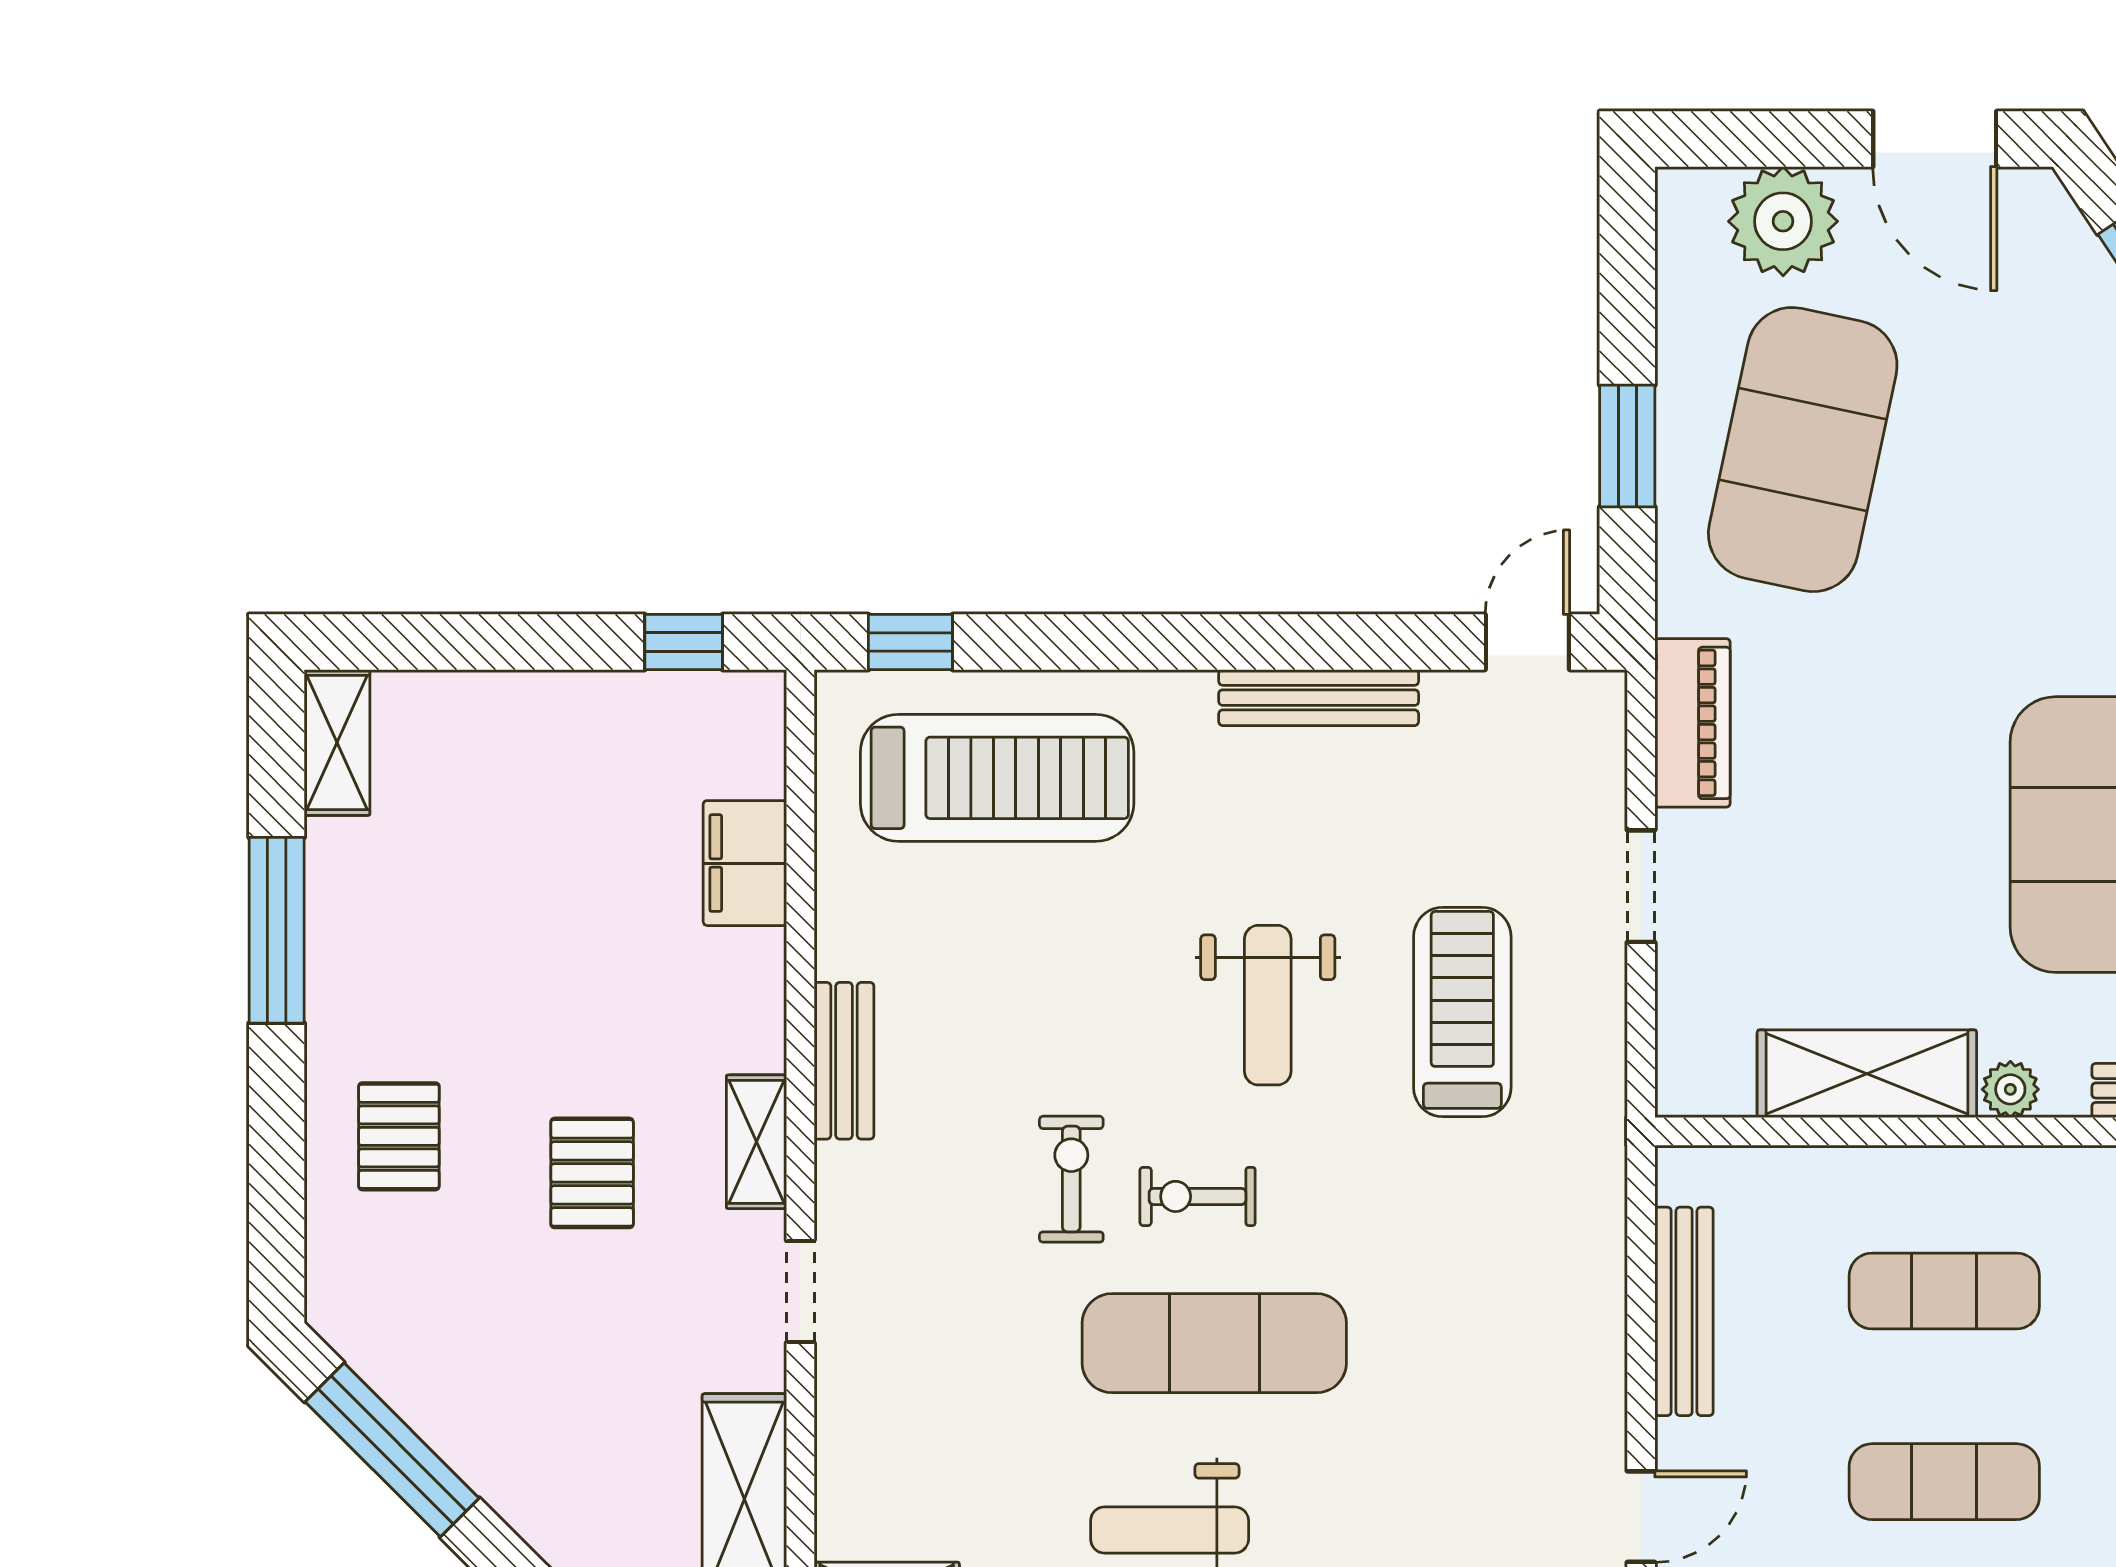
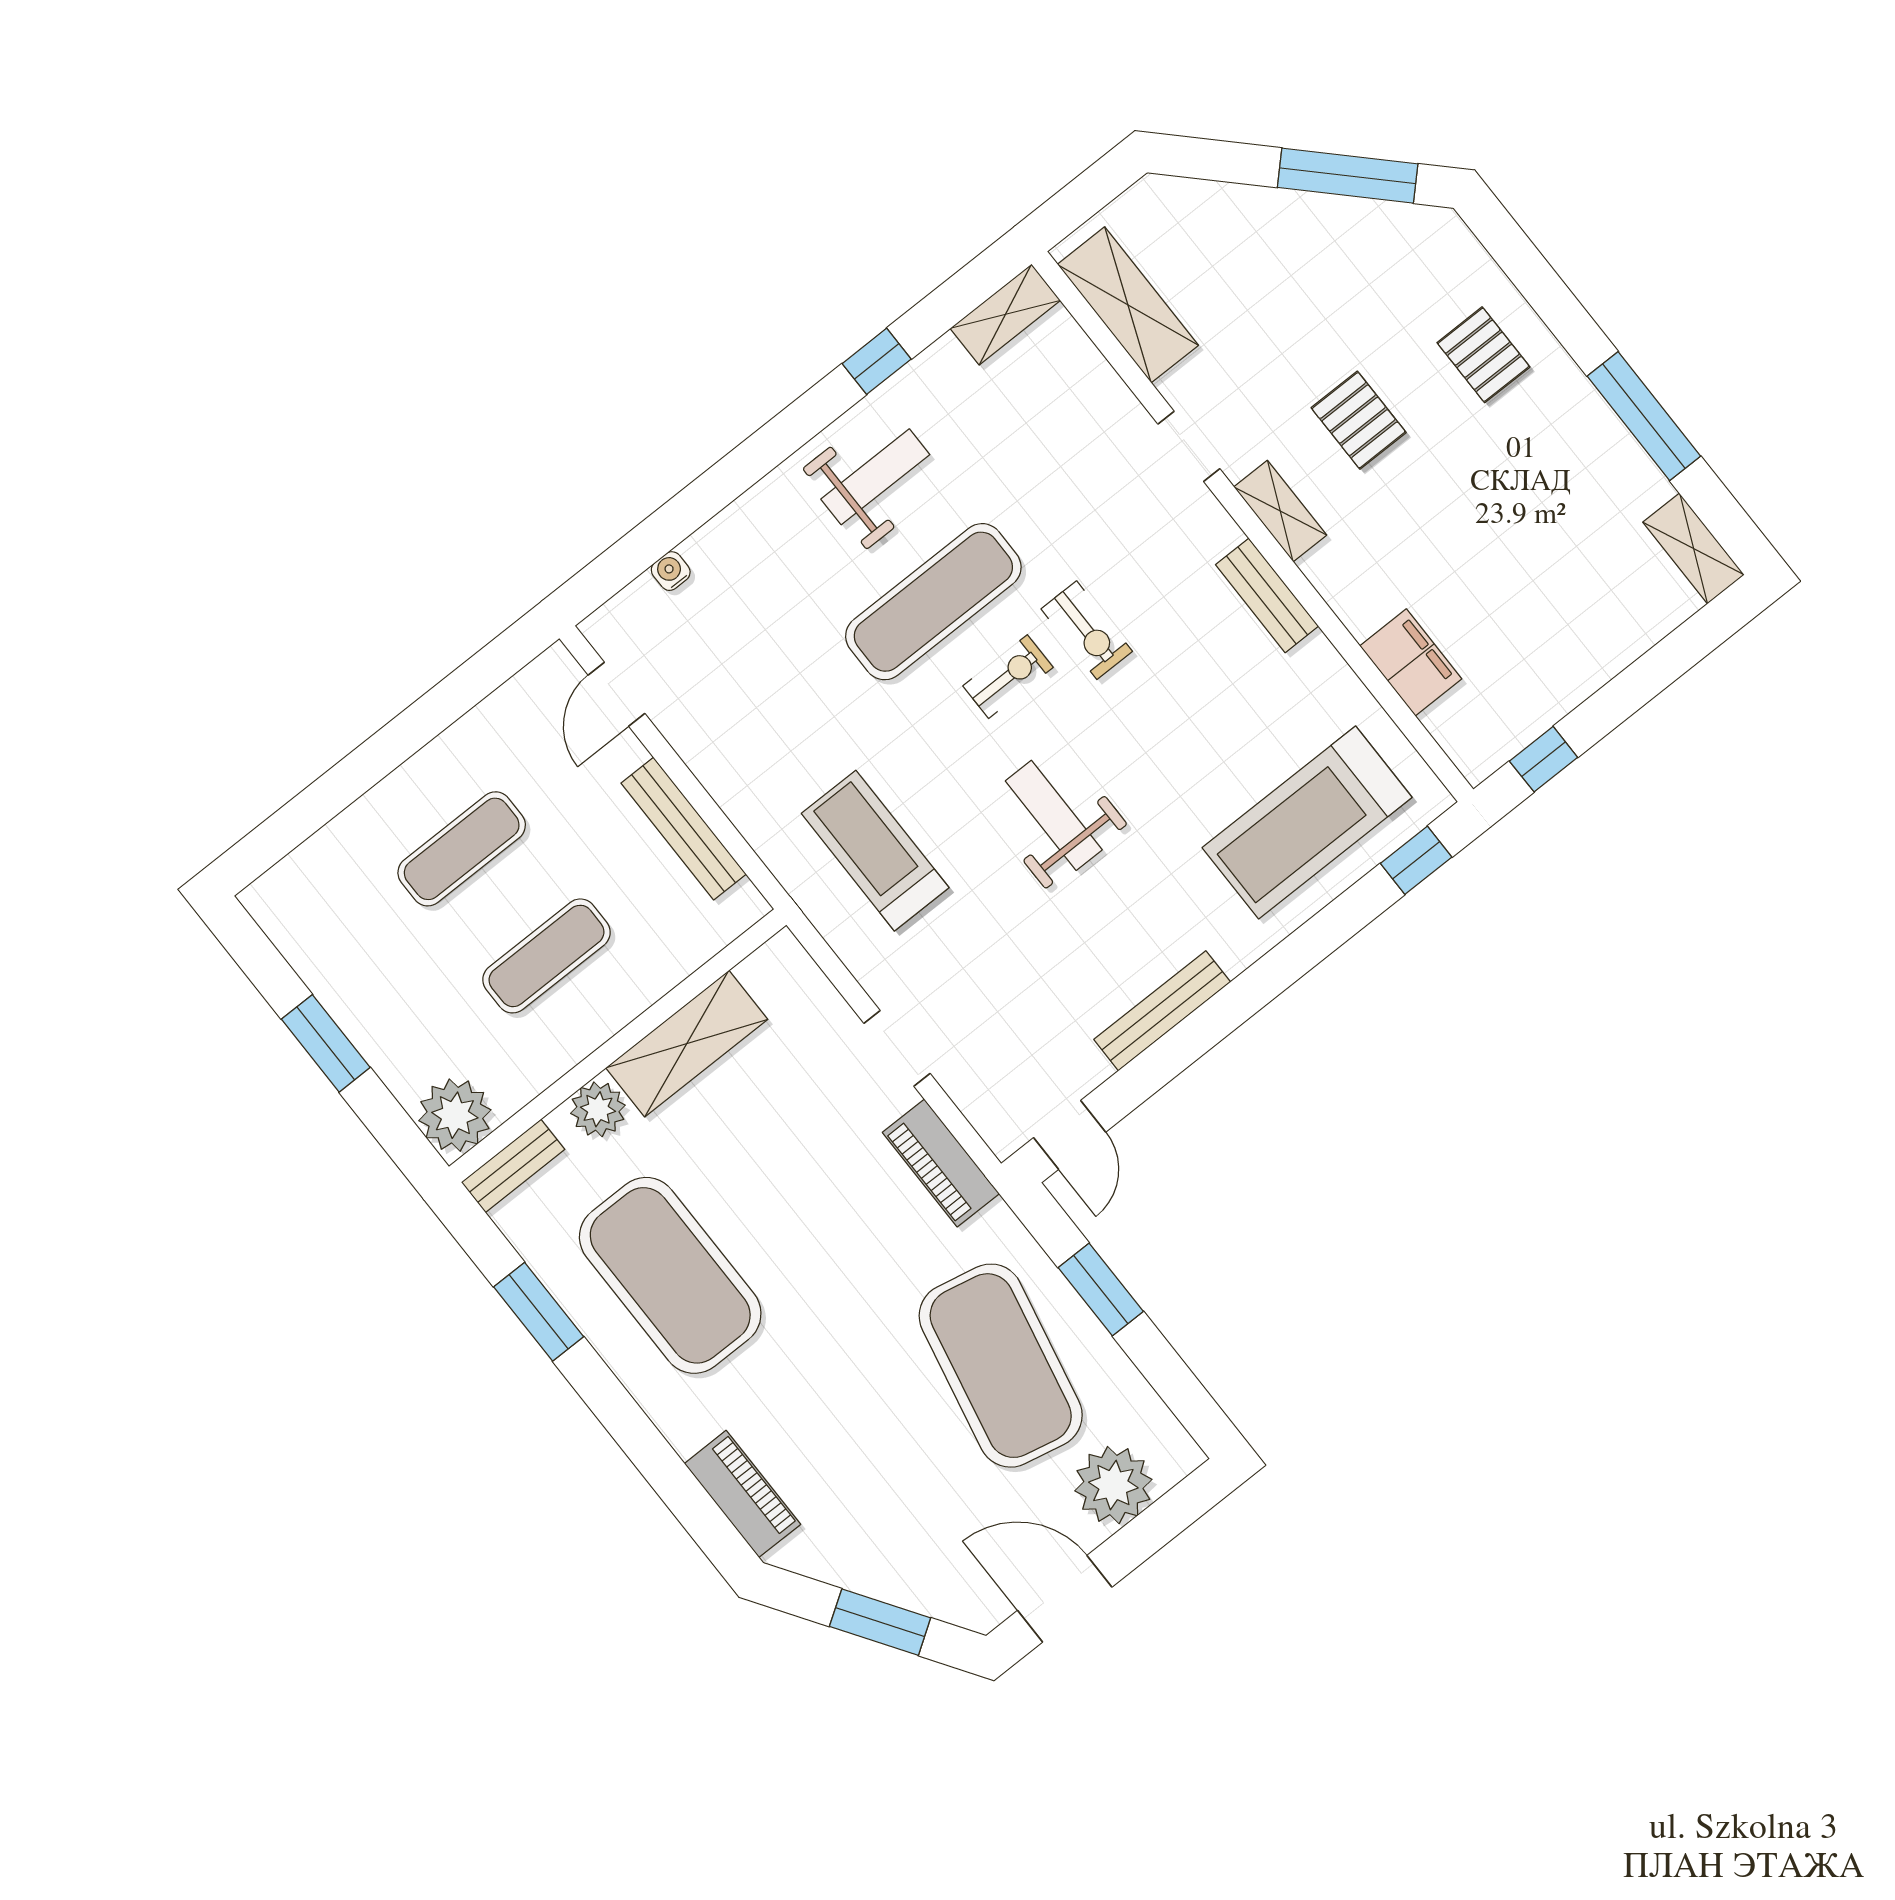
treadmill: (1462, 1012) -> (875, 851), moved, turned 180
plant: (2010, 1089) -> (598, 1109), width x1.38, depth x1.38

